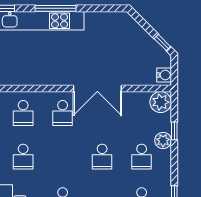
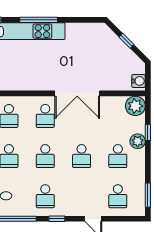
window: (162, 43) -> (126, 41), moved
school desk: (63, 157) -> (45, 156), added

